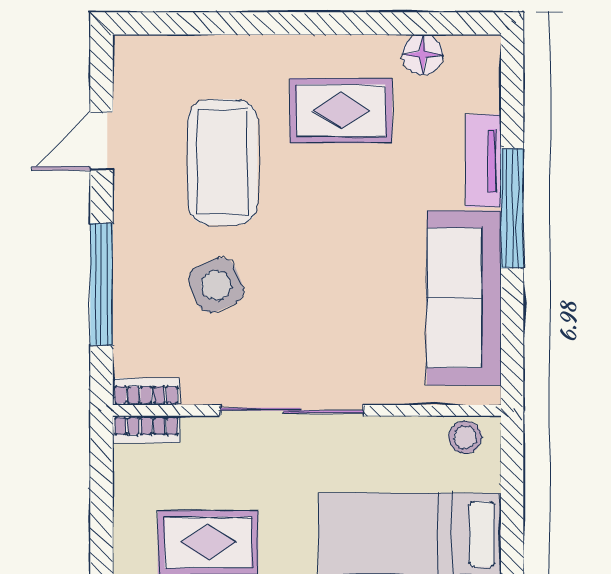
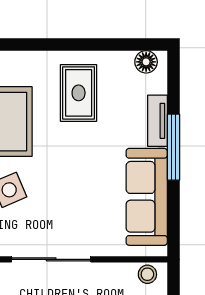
floor lamp: (423, 55) -> (146, 62), moved
rug: (341, 111) -> (79, 93), turned 90

